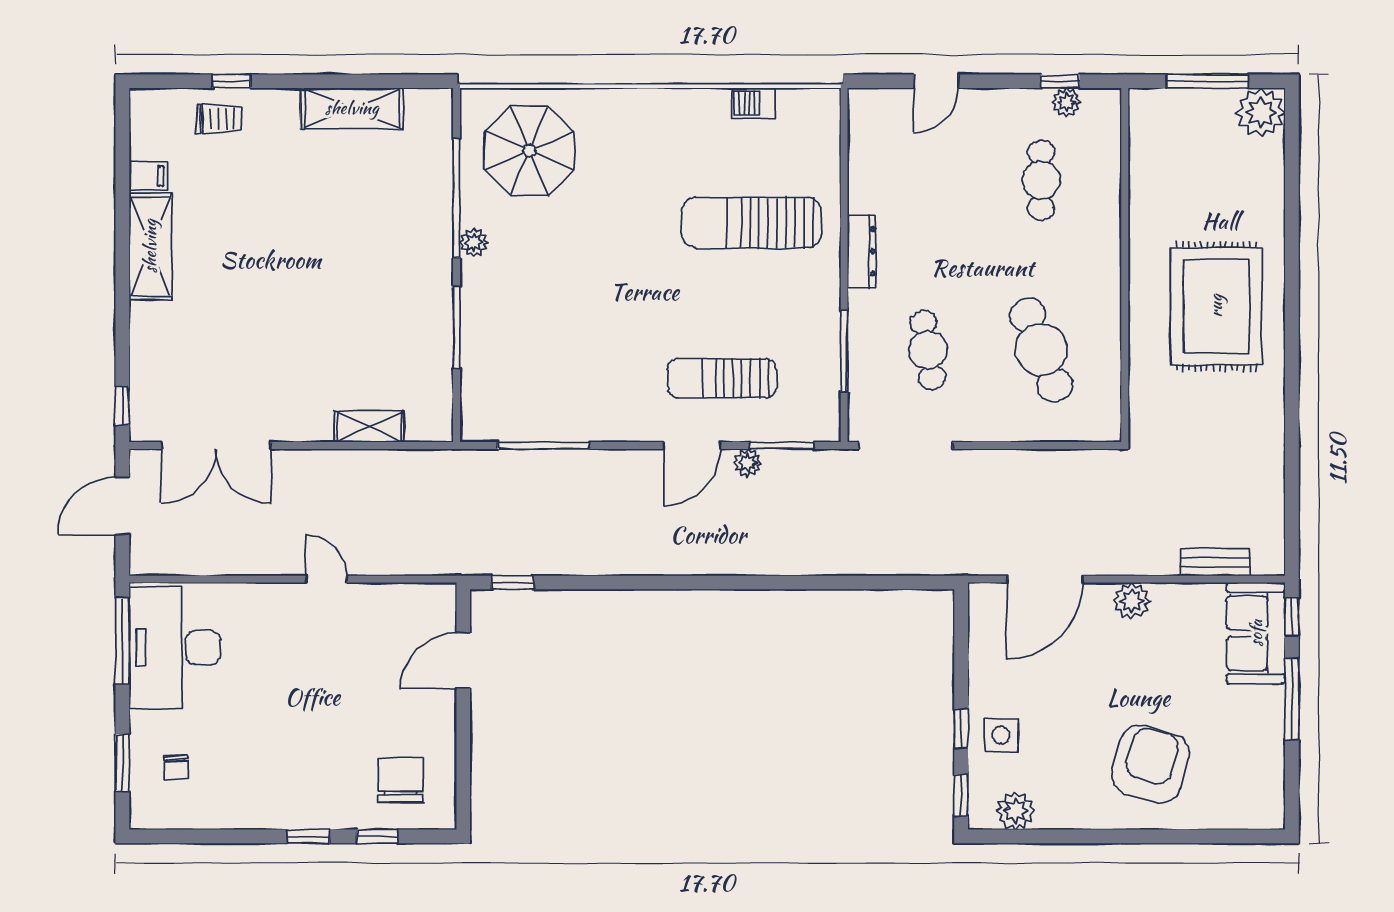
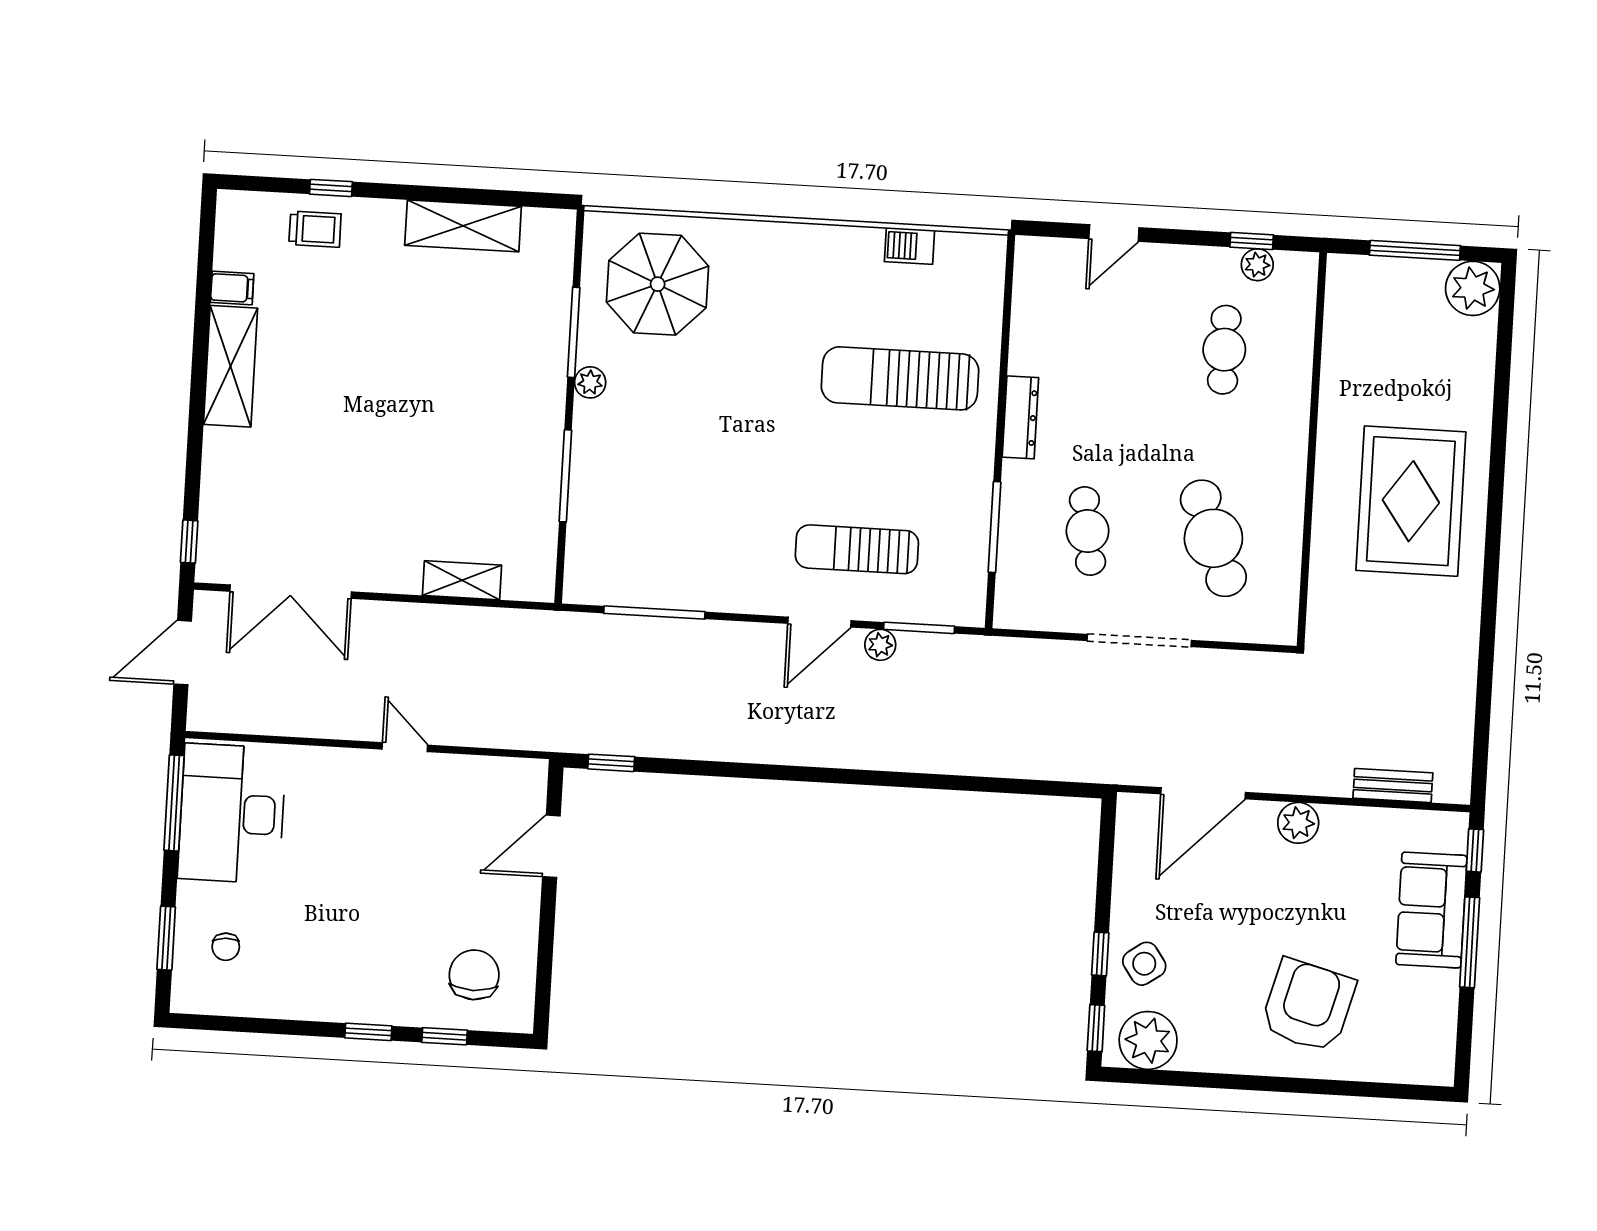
window: (457, 198) -> (574, 332), width x0.68
doorway: (906, 445) -> (1139, 641), moved
sofa: (1256, 633) -> (1431, 910), moved
side table: (1001, 735) -> (1144, 964), turned -35
plant: (1015, 811) -> (1148, 1040), width x1.36, depth x1.36

